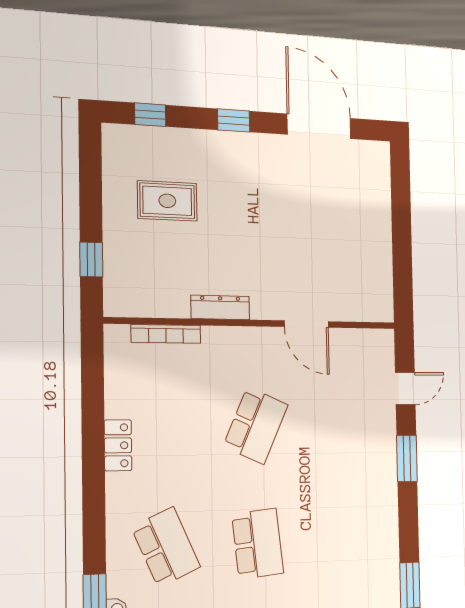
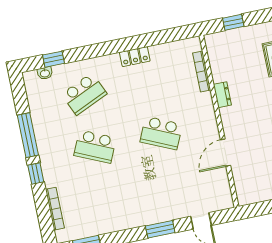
dresser: (220, 307) -> (222, 95), width x0.70
school desk: (258, 544) -> (95, 147), turned 30

